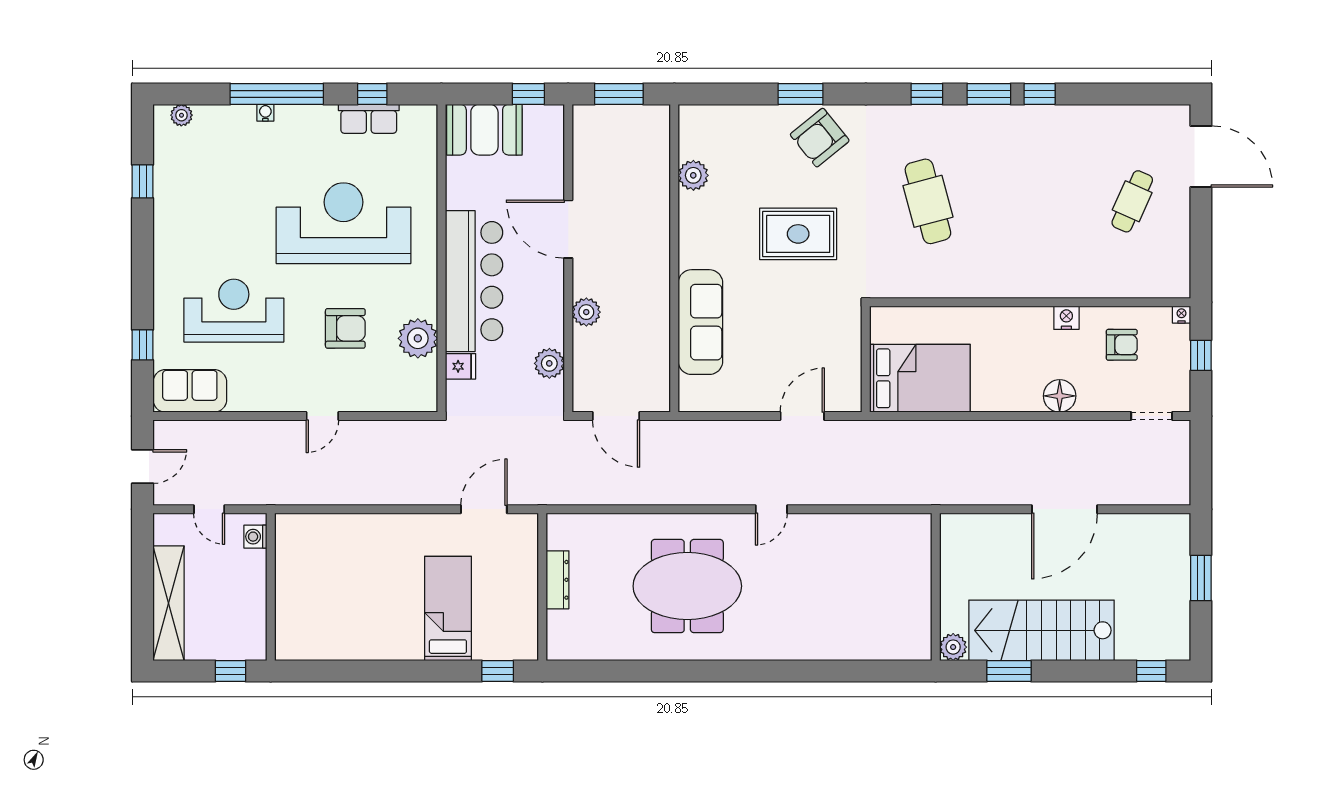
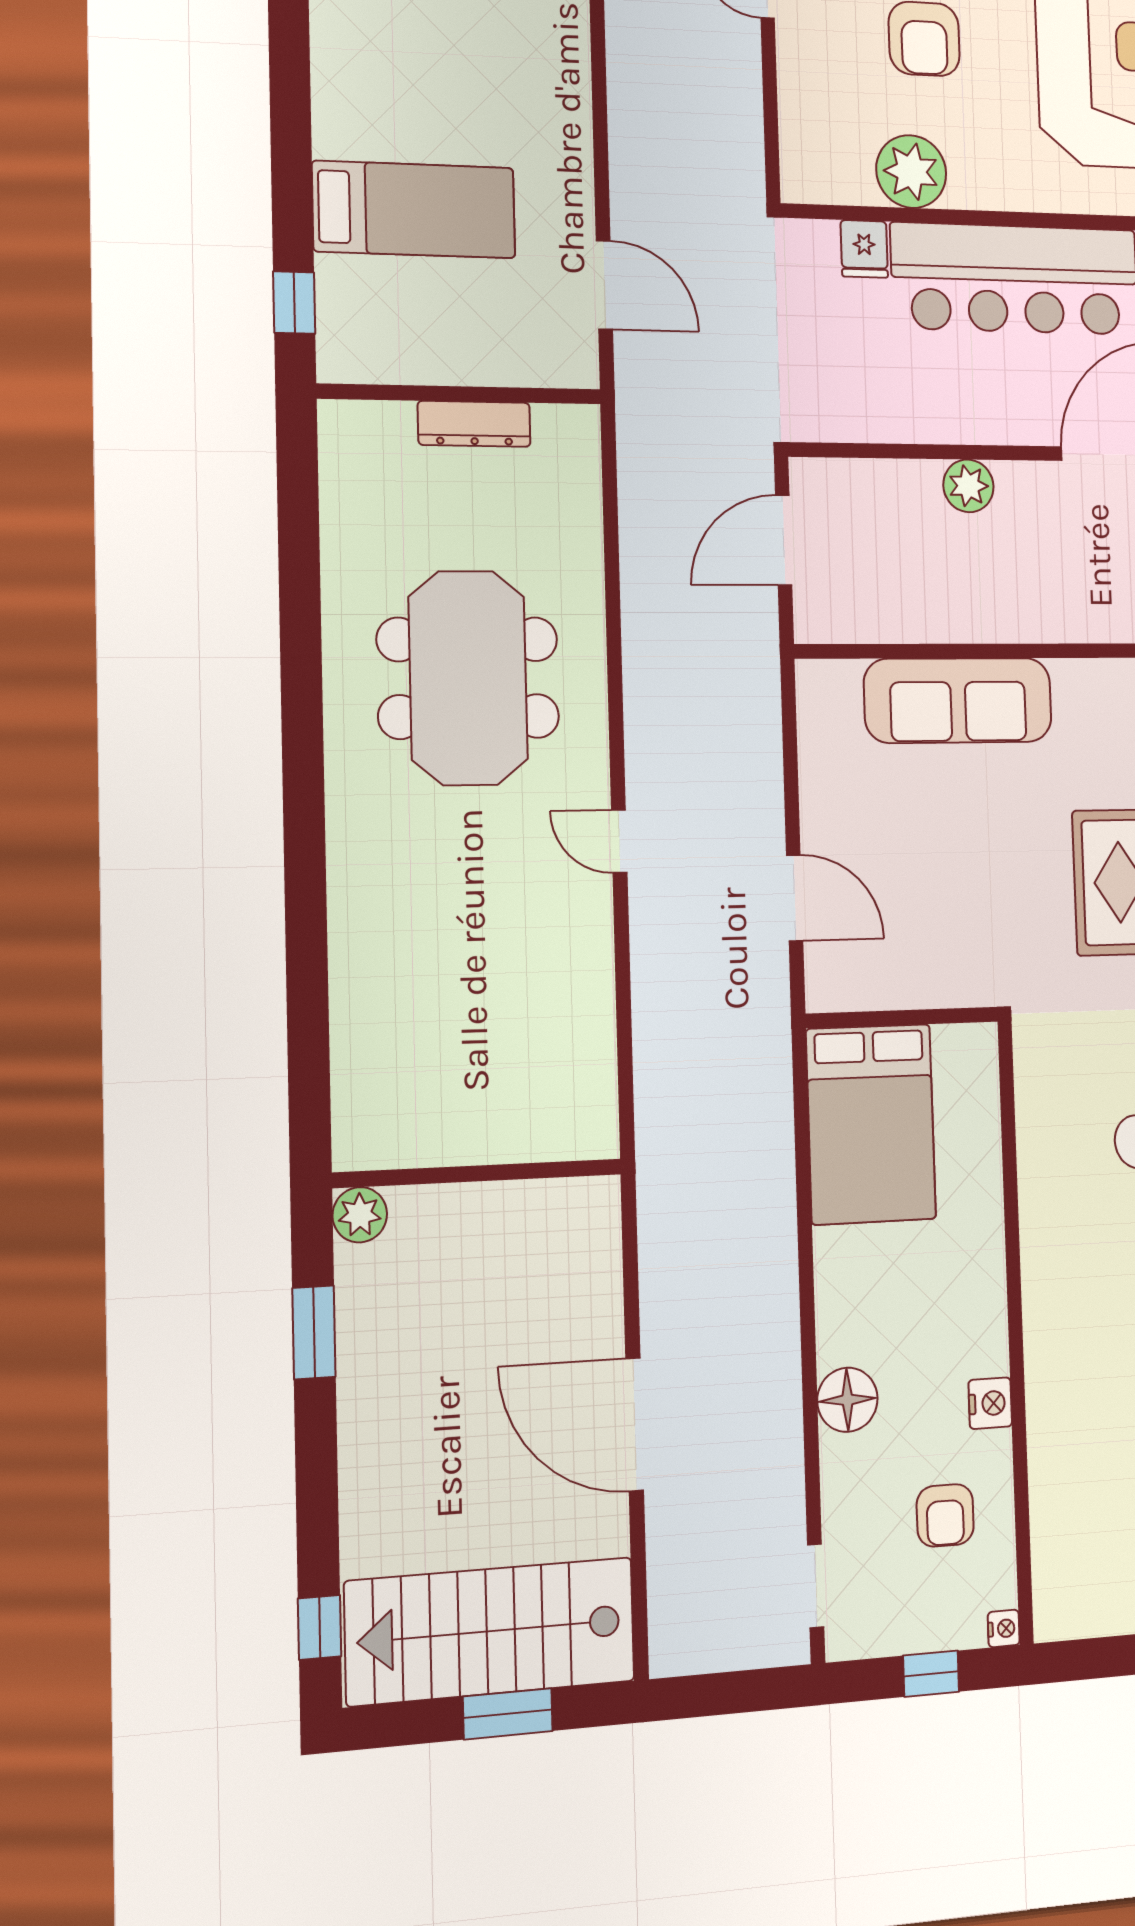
plant: (549, 363) -> (875, 415), removed
stairs: (1041, 630) -> (490, 1631), moved, turned -90

